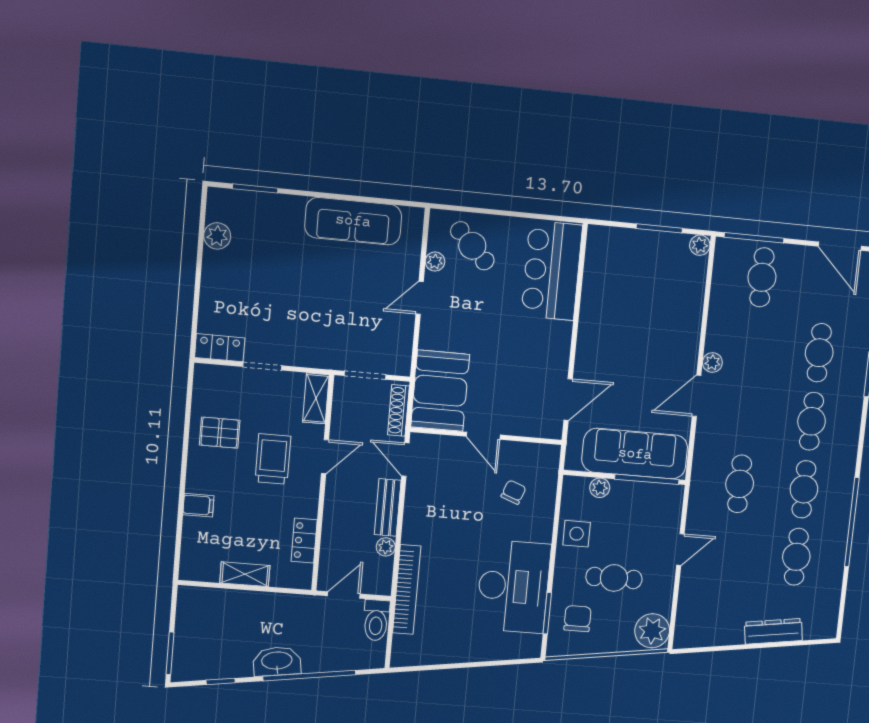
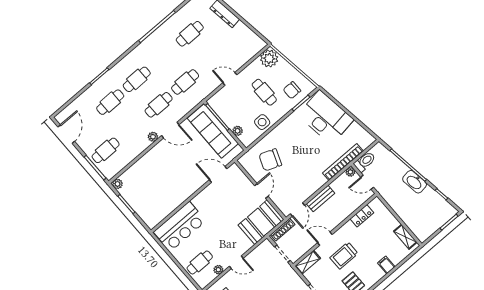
cafe table: (472, 246) -> (200, 262), turned 45
cafe table: (804, 489) -> (159, 105), moved
chair: (513, 492) -> (270, 160), width x1.87, depth x1.87
plant: (386, 547) -> (350, 172), moved
shelving: (245, 574) -> (405, 237), moved
desk: (513, 586) -> (326, 117), moved, turned 82

